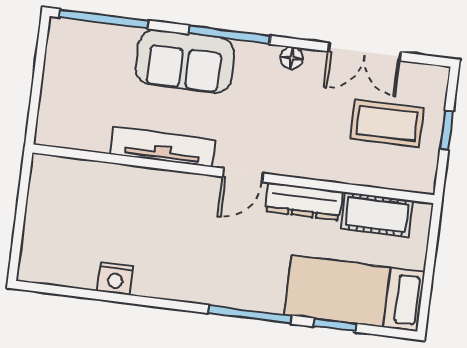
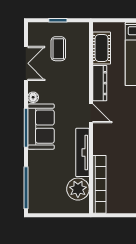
sofa: (185, 61) -> (41, 127), moved
coffee table: (387, 124) -> (58, 49), width x0.73, depth x0.77
plant: (87, 128) -> (78, 189), added
bookcase: (91, 174) -> (99, 184), added

